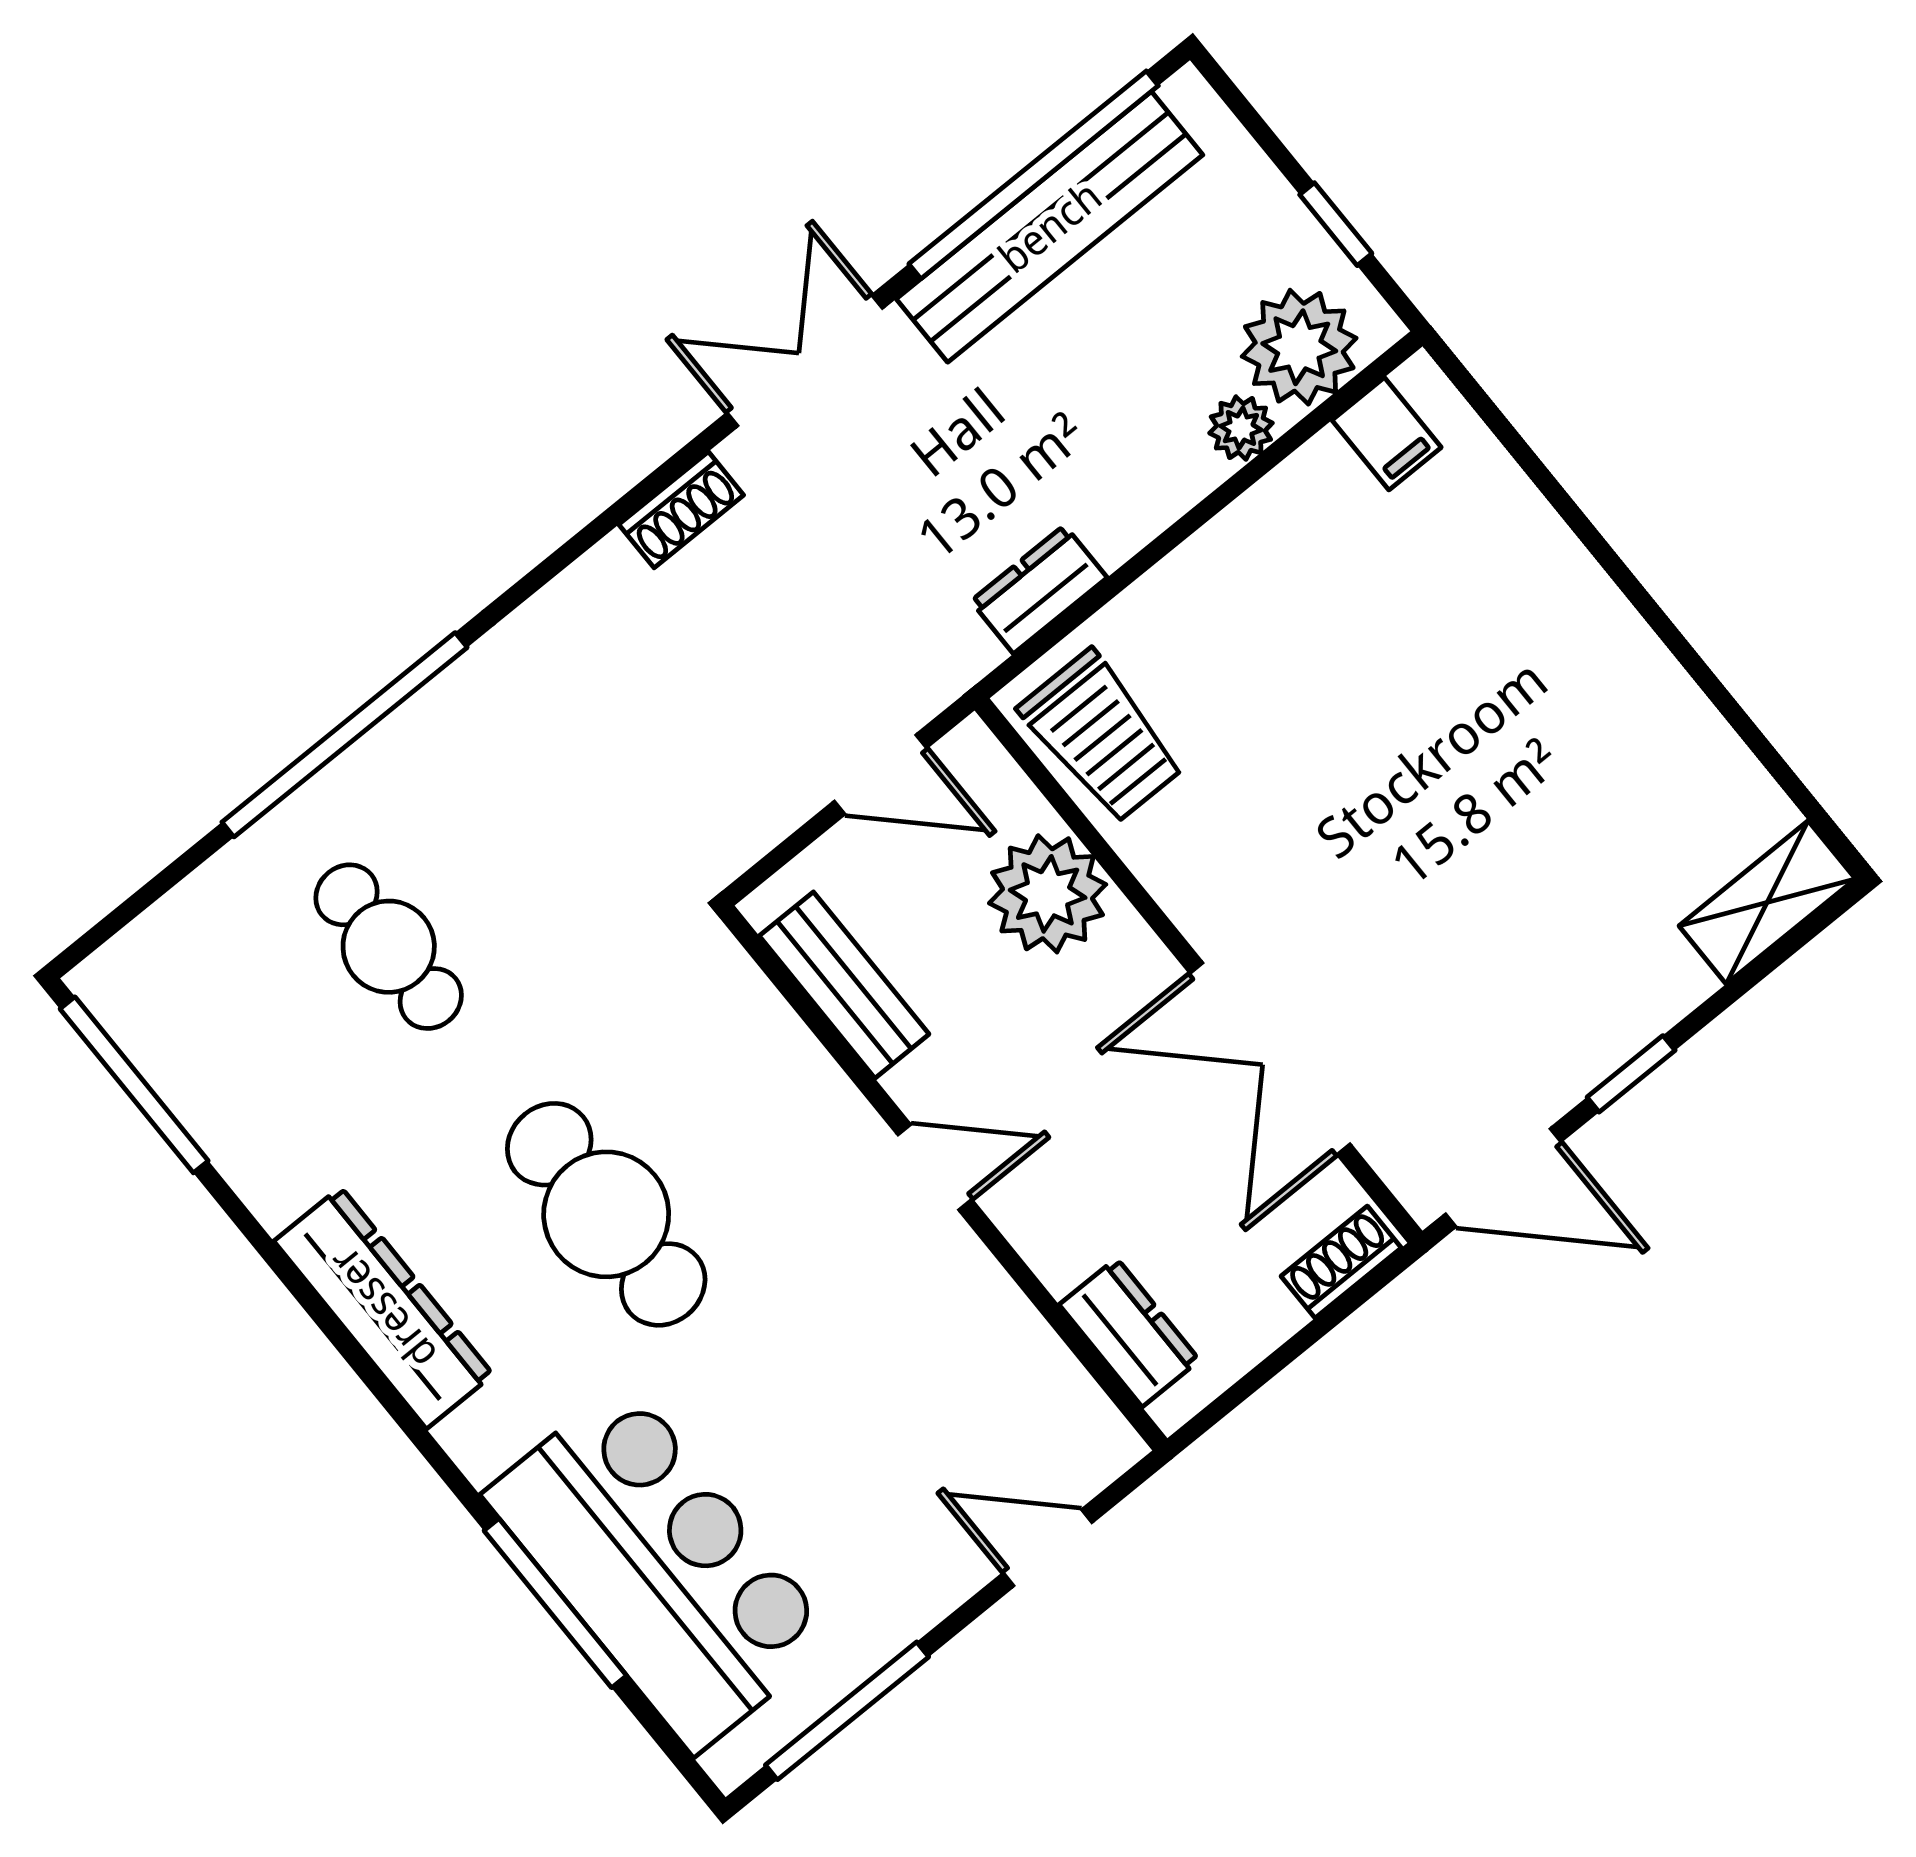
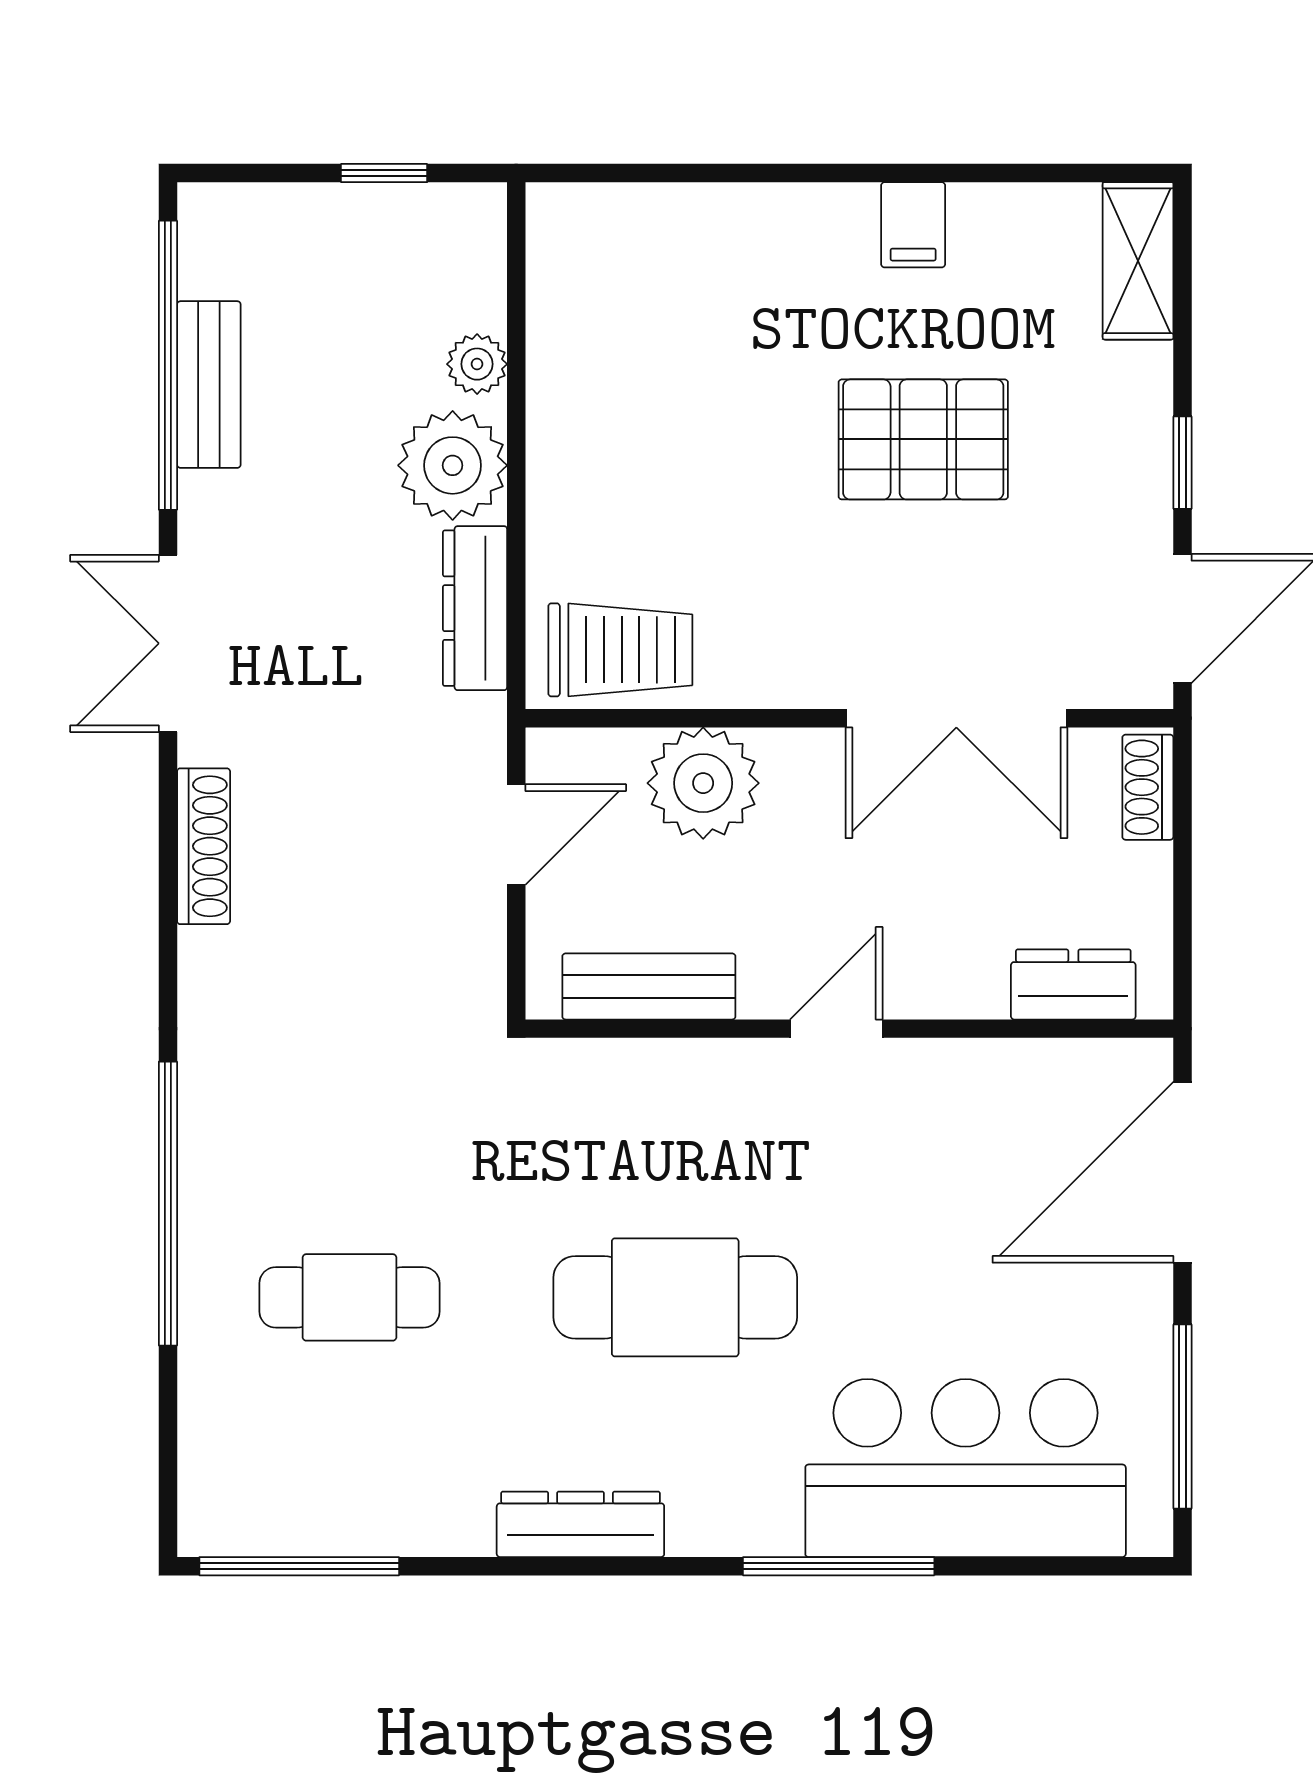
bench: (1050, 227) -> (209, 385), width x0.54, depth x0.82
plant: (1299, 347) -> (453, 465), moved
filing cabinet: (1387, 434) -> (913, 225), moved, turned 90
shoe rack: (681, 510) -> (204, 846), width x1.43
dresser: (1039, 589) -> (475, 608), width x1.44
pallet: (1477, 845) -> (923, 439), added
dresser: (383, 1308) -> (580, 1524), width x0.73, depth x0.80
door: (1048, 1548) -> (1182, 1172), width x1.88
window: (555, 1603) -> (839, 1566), moved

